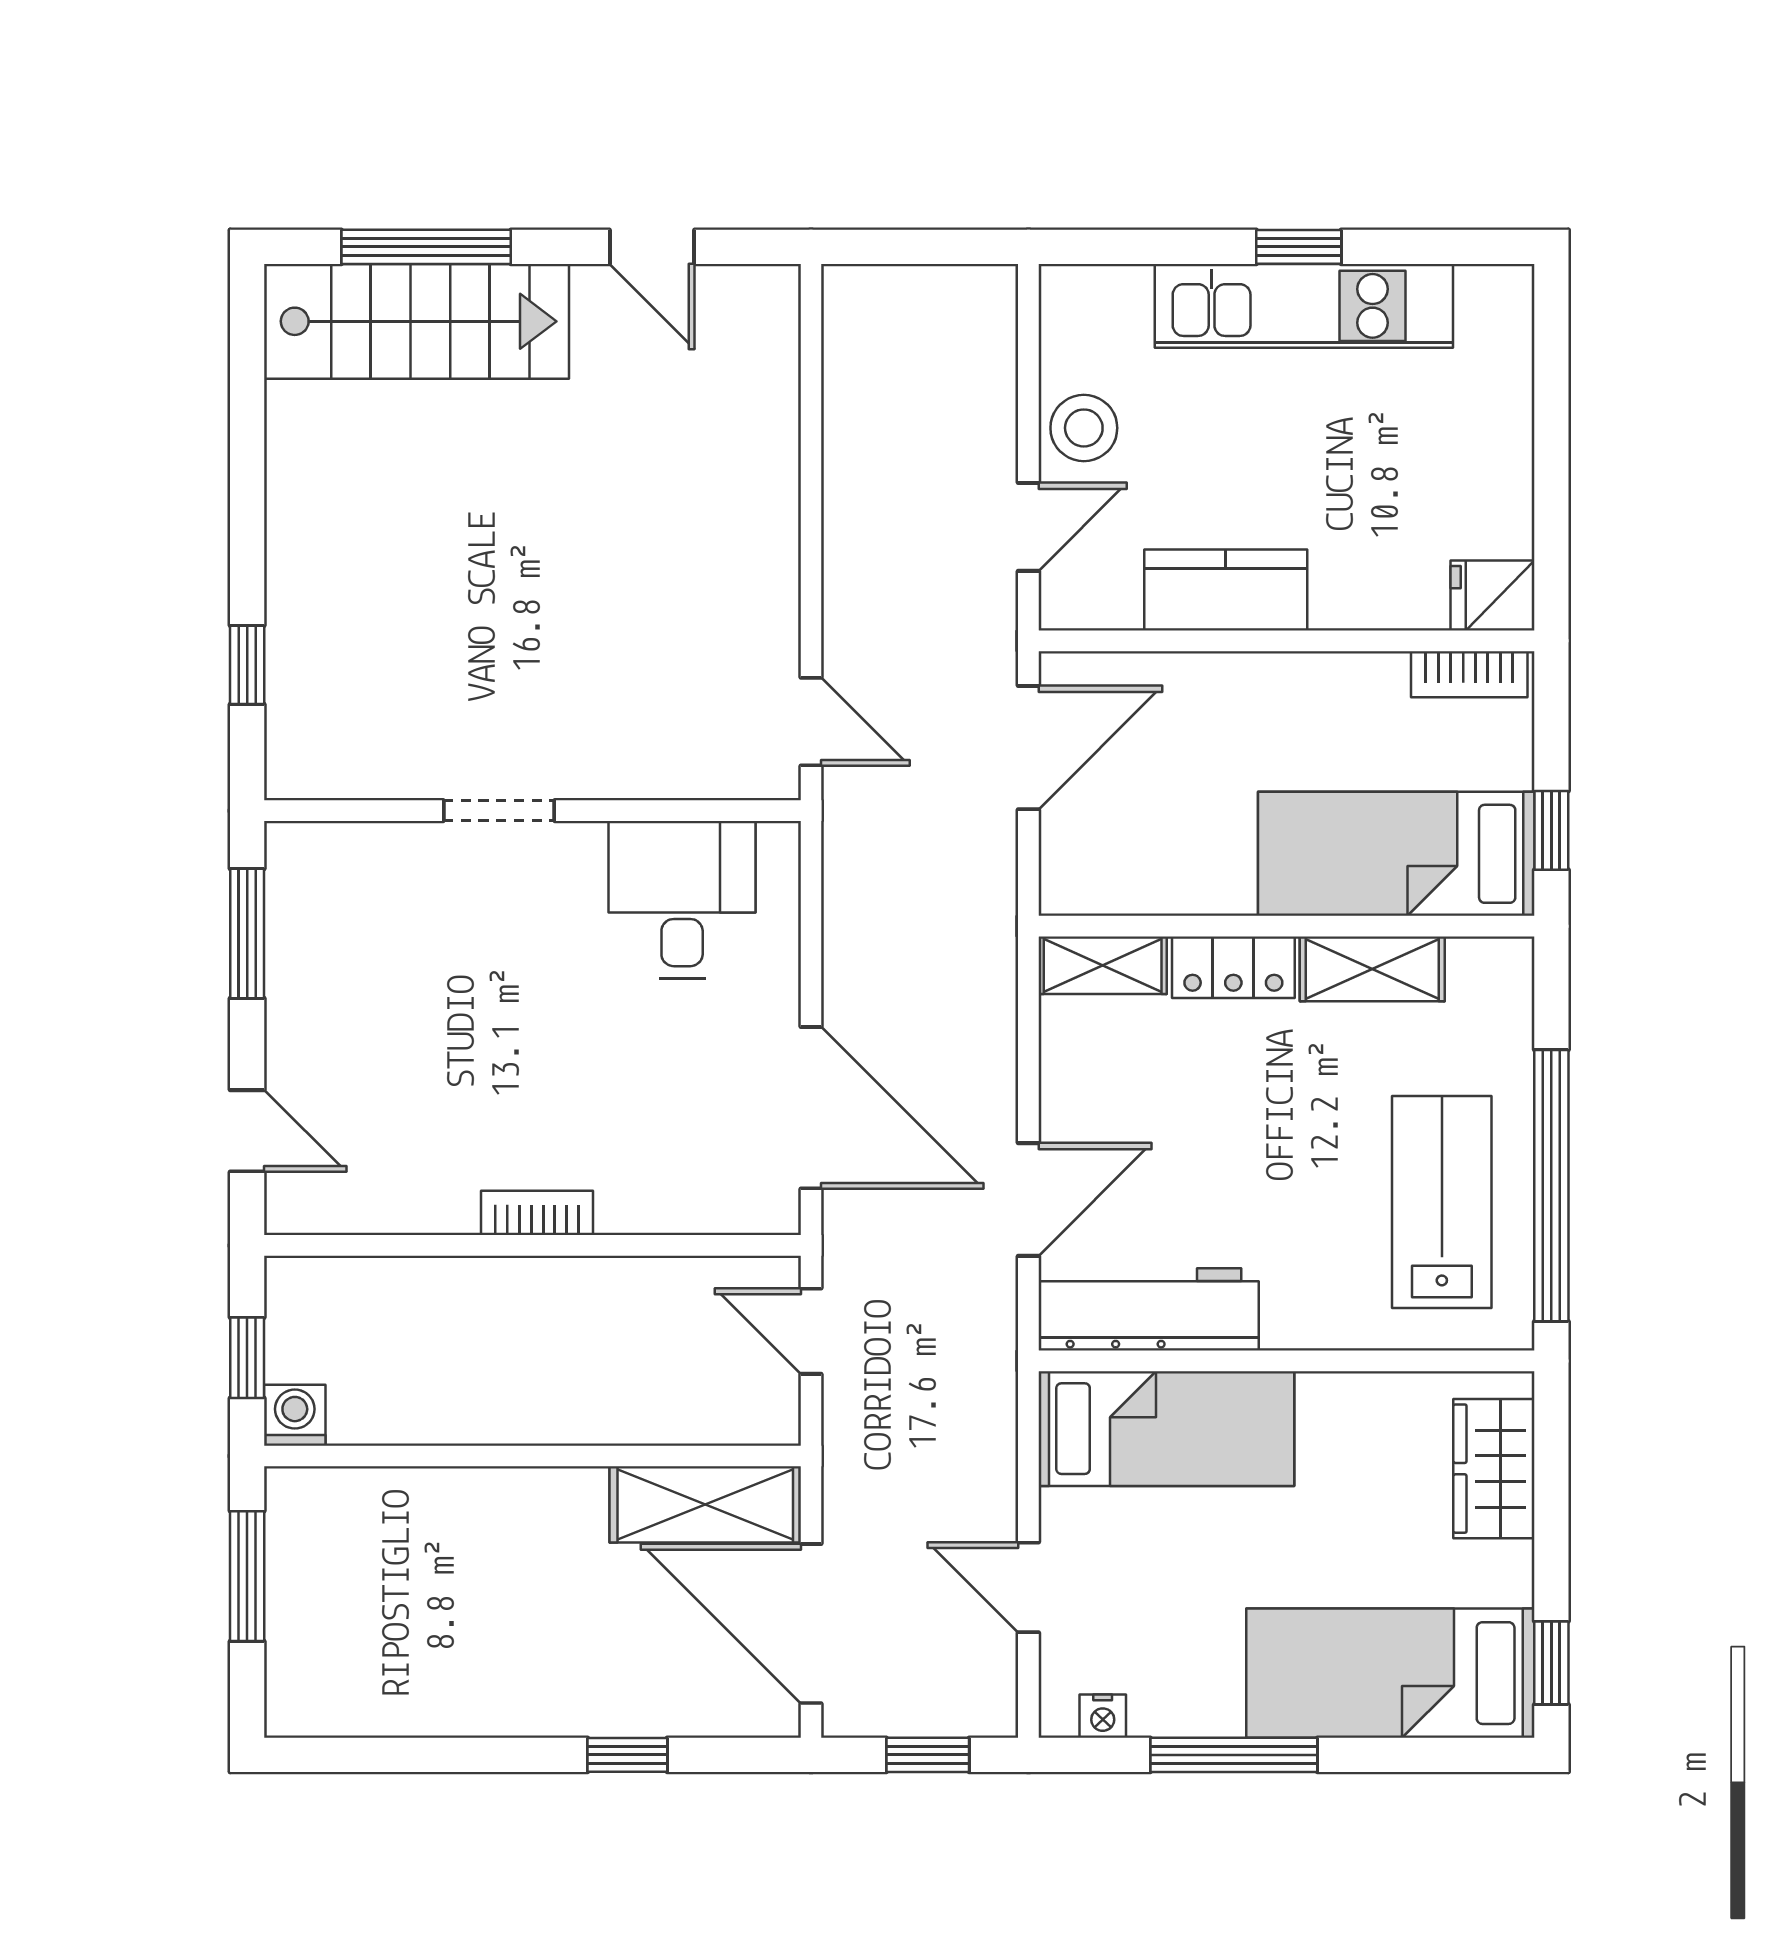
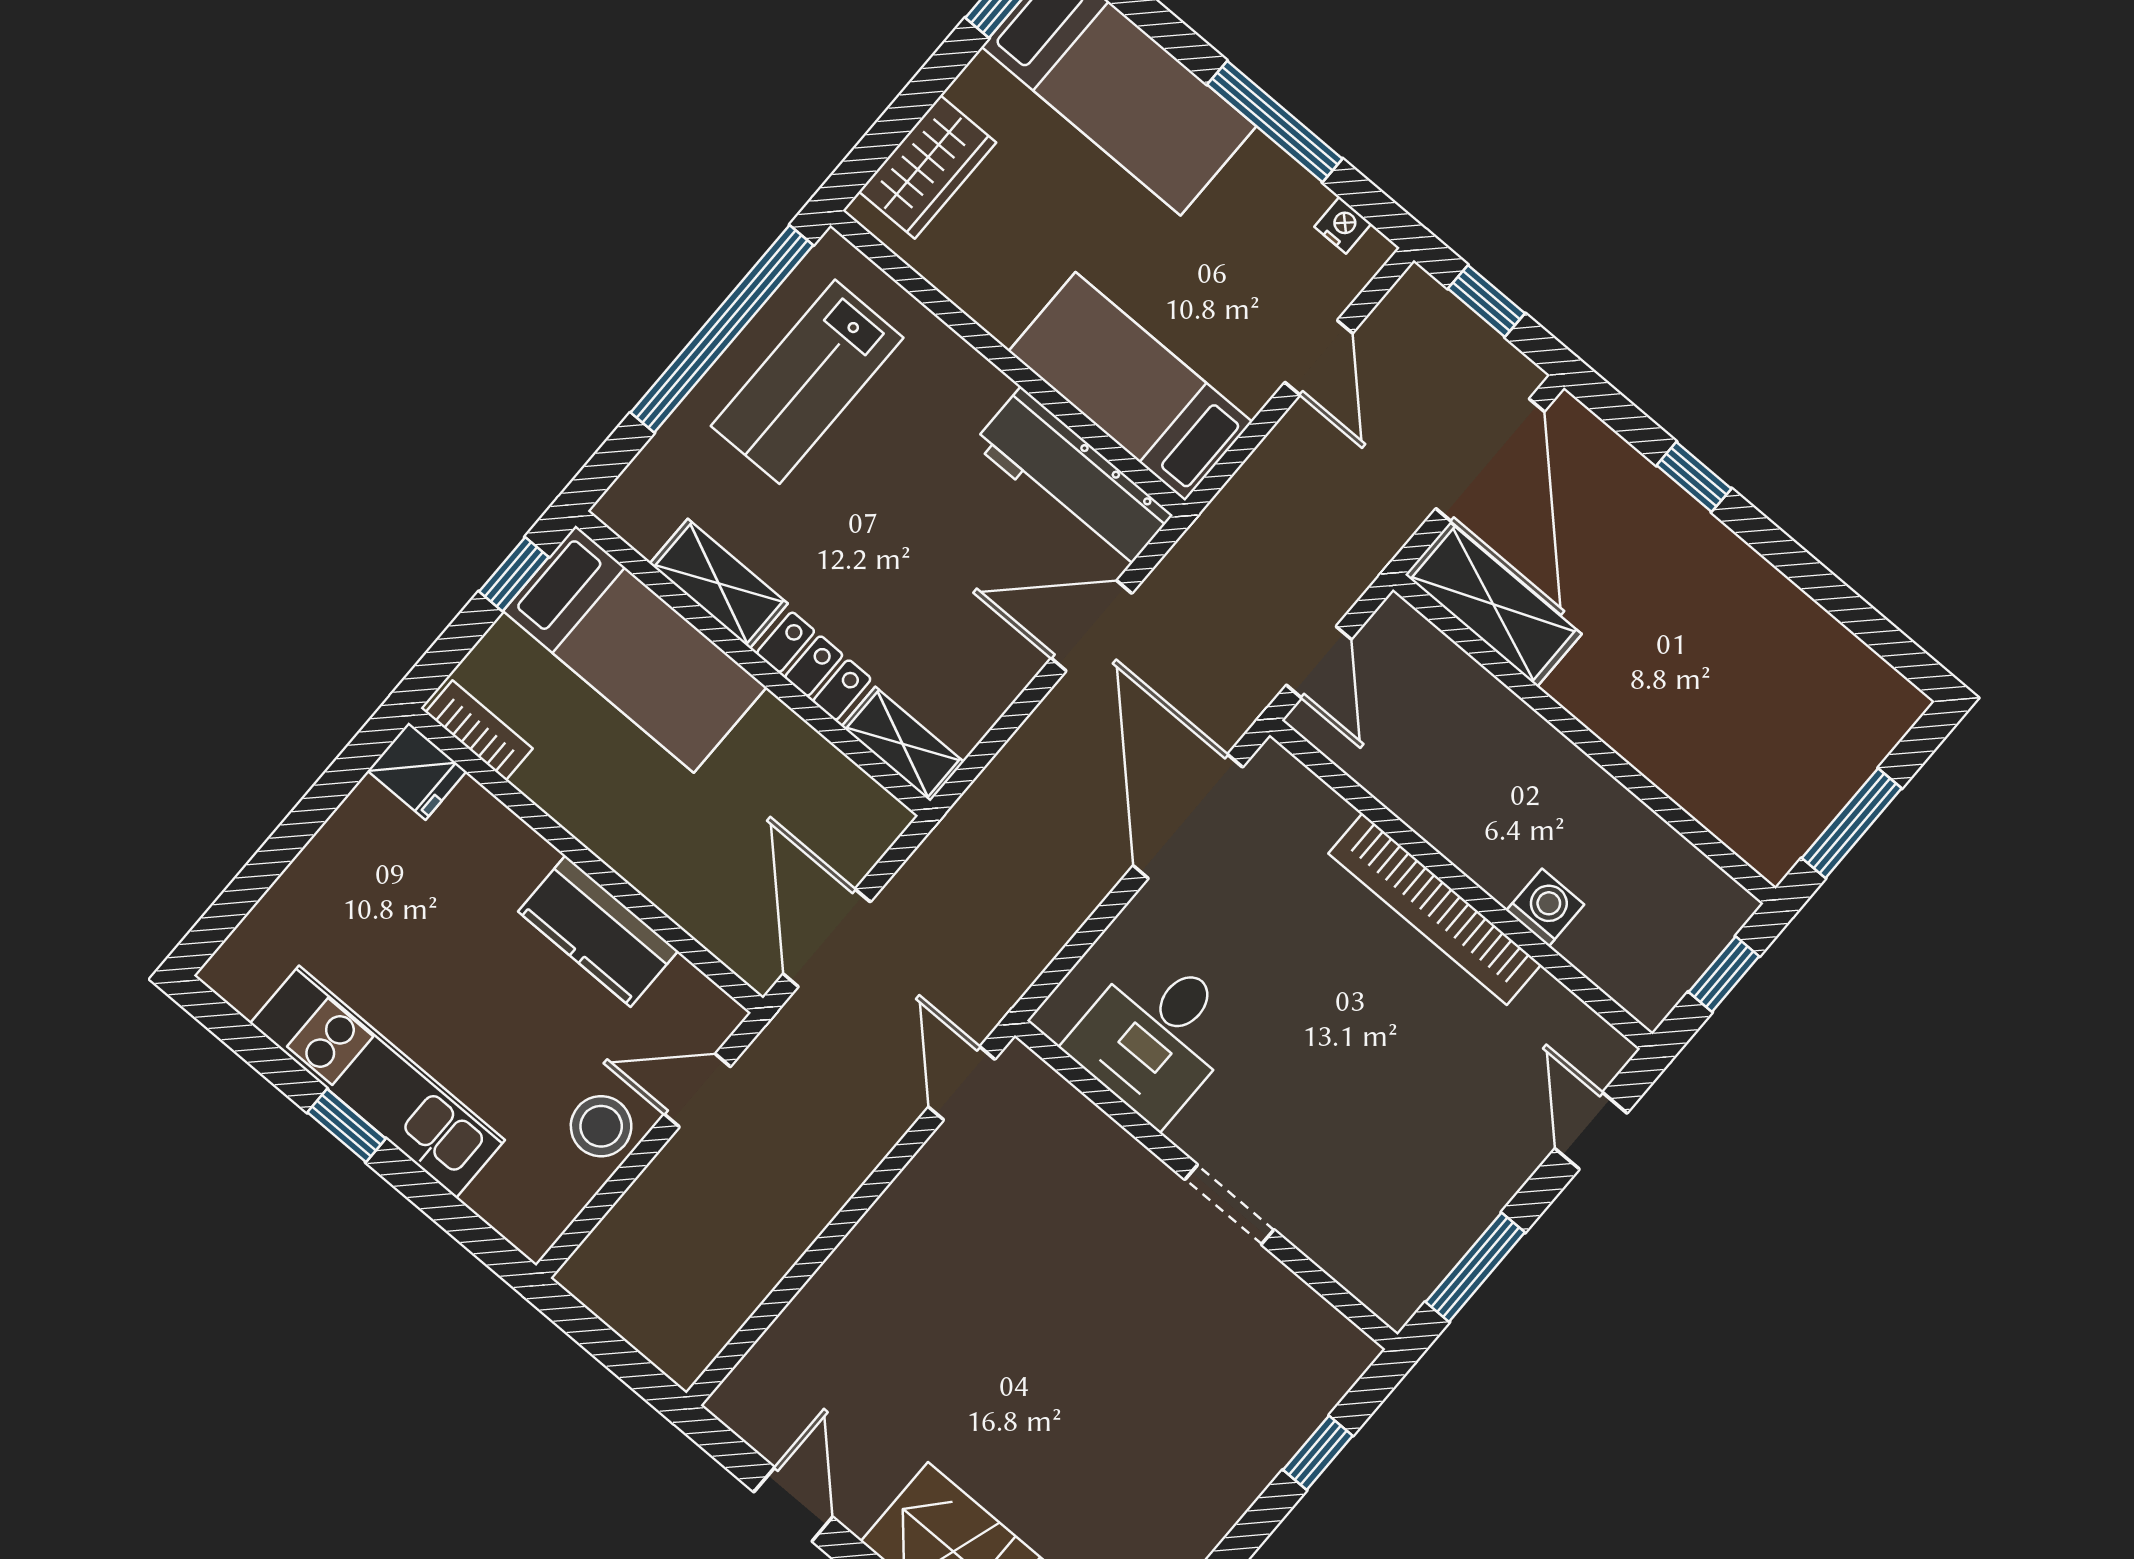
door: (1028, 748) -> (827, 938), hinge flipped
bookcase: (537, 1213) -> (1435, 909), width x2.31, depth x1.31
washing machine: (295, 1415) -> (1545, 908), moved, turned 180

